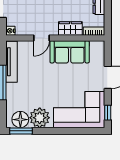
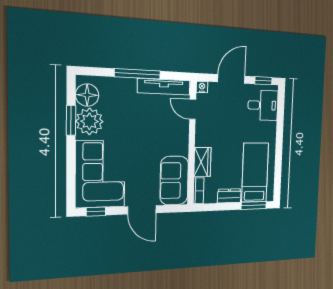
door: (41, 38) -> (193, 109), moved
sofa: (70, 52) -> (174, 181), moved
window: (21, 131) -> (71, 120), moved

